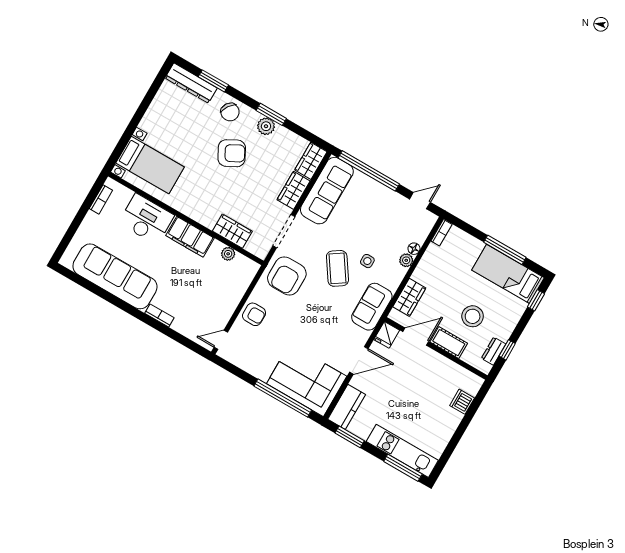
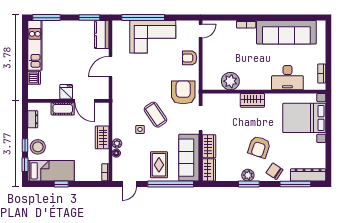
window: (213, 81) -> (295, 184), width x1.44
armchair: (232, 153) -> (259, 147), turned -44
bed with nightstands: (150, 165) -> (304, 118), width x1.36
rug: (369, 203) -> (159, 165), added
wardrobe: (232, 231) -> (252, 100), moved
filing cabinet: (190, 237) -> (255, 82), removed
window: (505, 250) -> (61, 184), width x0.46
plant: (228, 254) -> (230, 81), width x1.88, depth x1.88
wardrobe: (409, 297) -> (102, 137), moved
sofa: (372, 307) -> (121, 104), removed
stool: (473, 316) -> (38, 147), moved
fridge: (387, 335) -> (66, 92), moved
door: (416, 337) -> (85, 101), hinge flipped
window: (507, 350) -> (25, 145), moved
corner sofa: (307, 380) -> (153, 37), moved
kitchen unit: (402, 451) -> (35, 45), moved, turned -90

